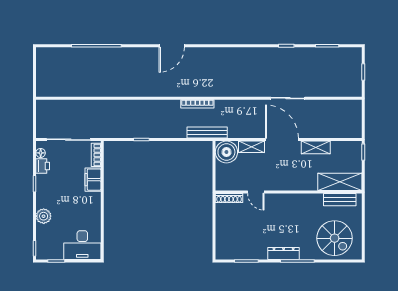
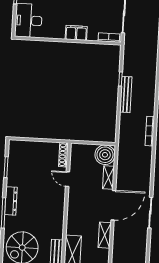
bench: (207, 133) -> (126, 94), moved
filing cabinet: (93, 180) -> (76, 33), moved
door: (256, 192) -> (67, 179), hinge flipped

